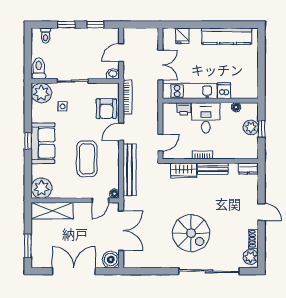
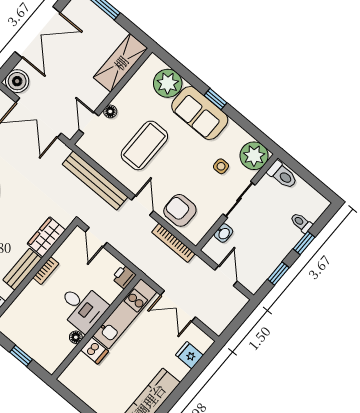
toilet: (46, 36) -> (301, 223), moved
washbasin: (113, 74) -> (223, 233), moved
floor lamp: (236, 107) -> (76, 337), moved
printer: (184, 109) -> (124, 277), moved
plant: (251, 127) -> (32, 346), removed
coffee table: (87, 159) -> (144, 145), turned 90
plant: (41, 188) -> (168, 83), moved
floor lamp: (114, 194) -> (110, 111), moved

